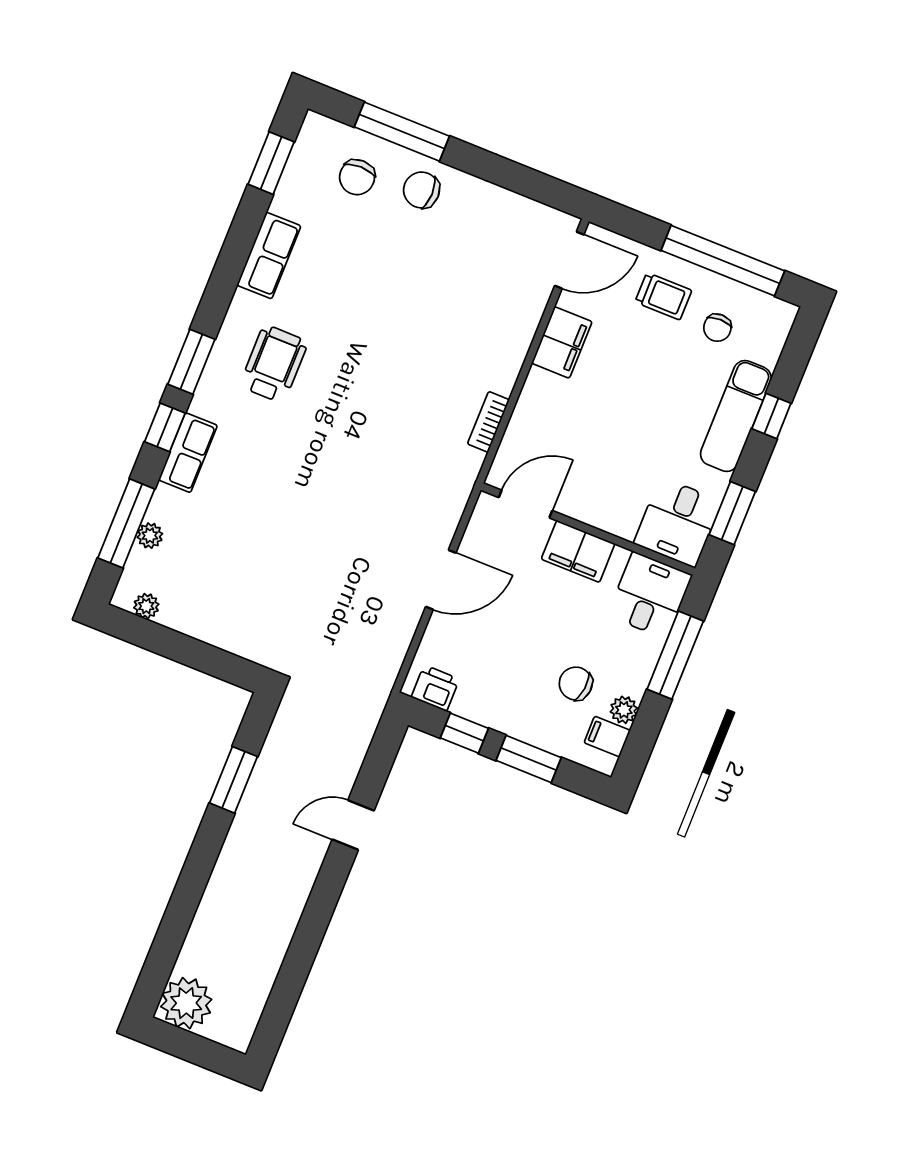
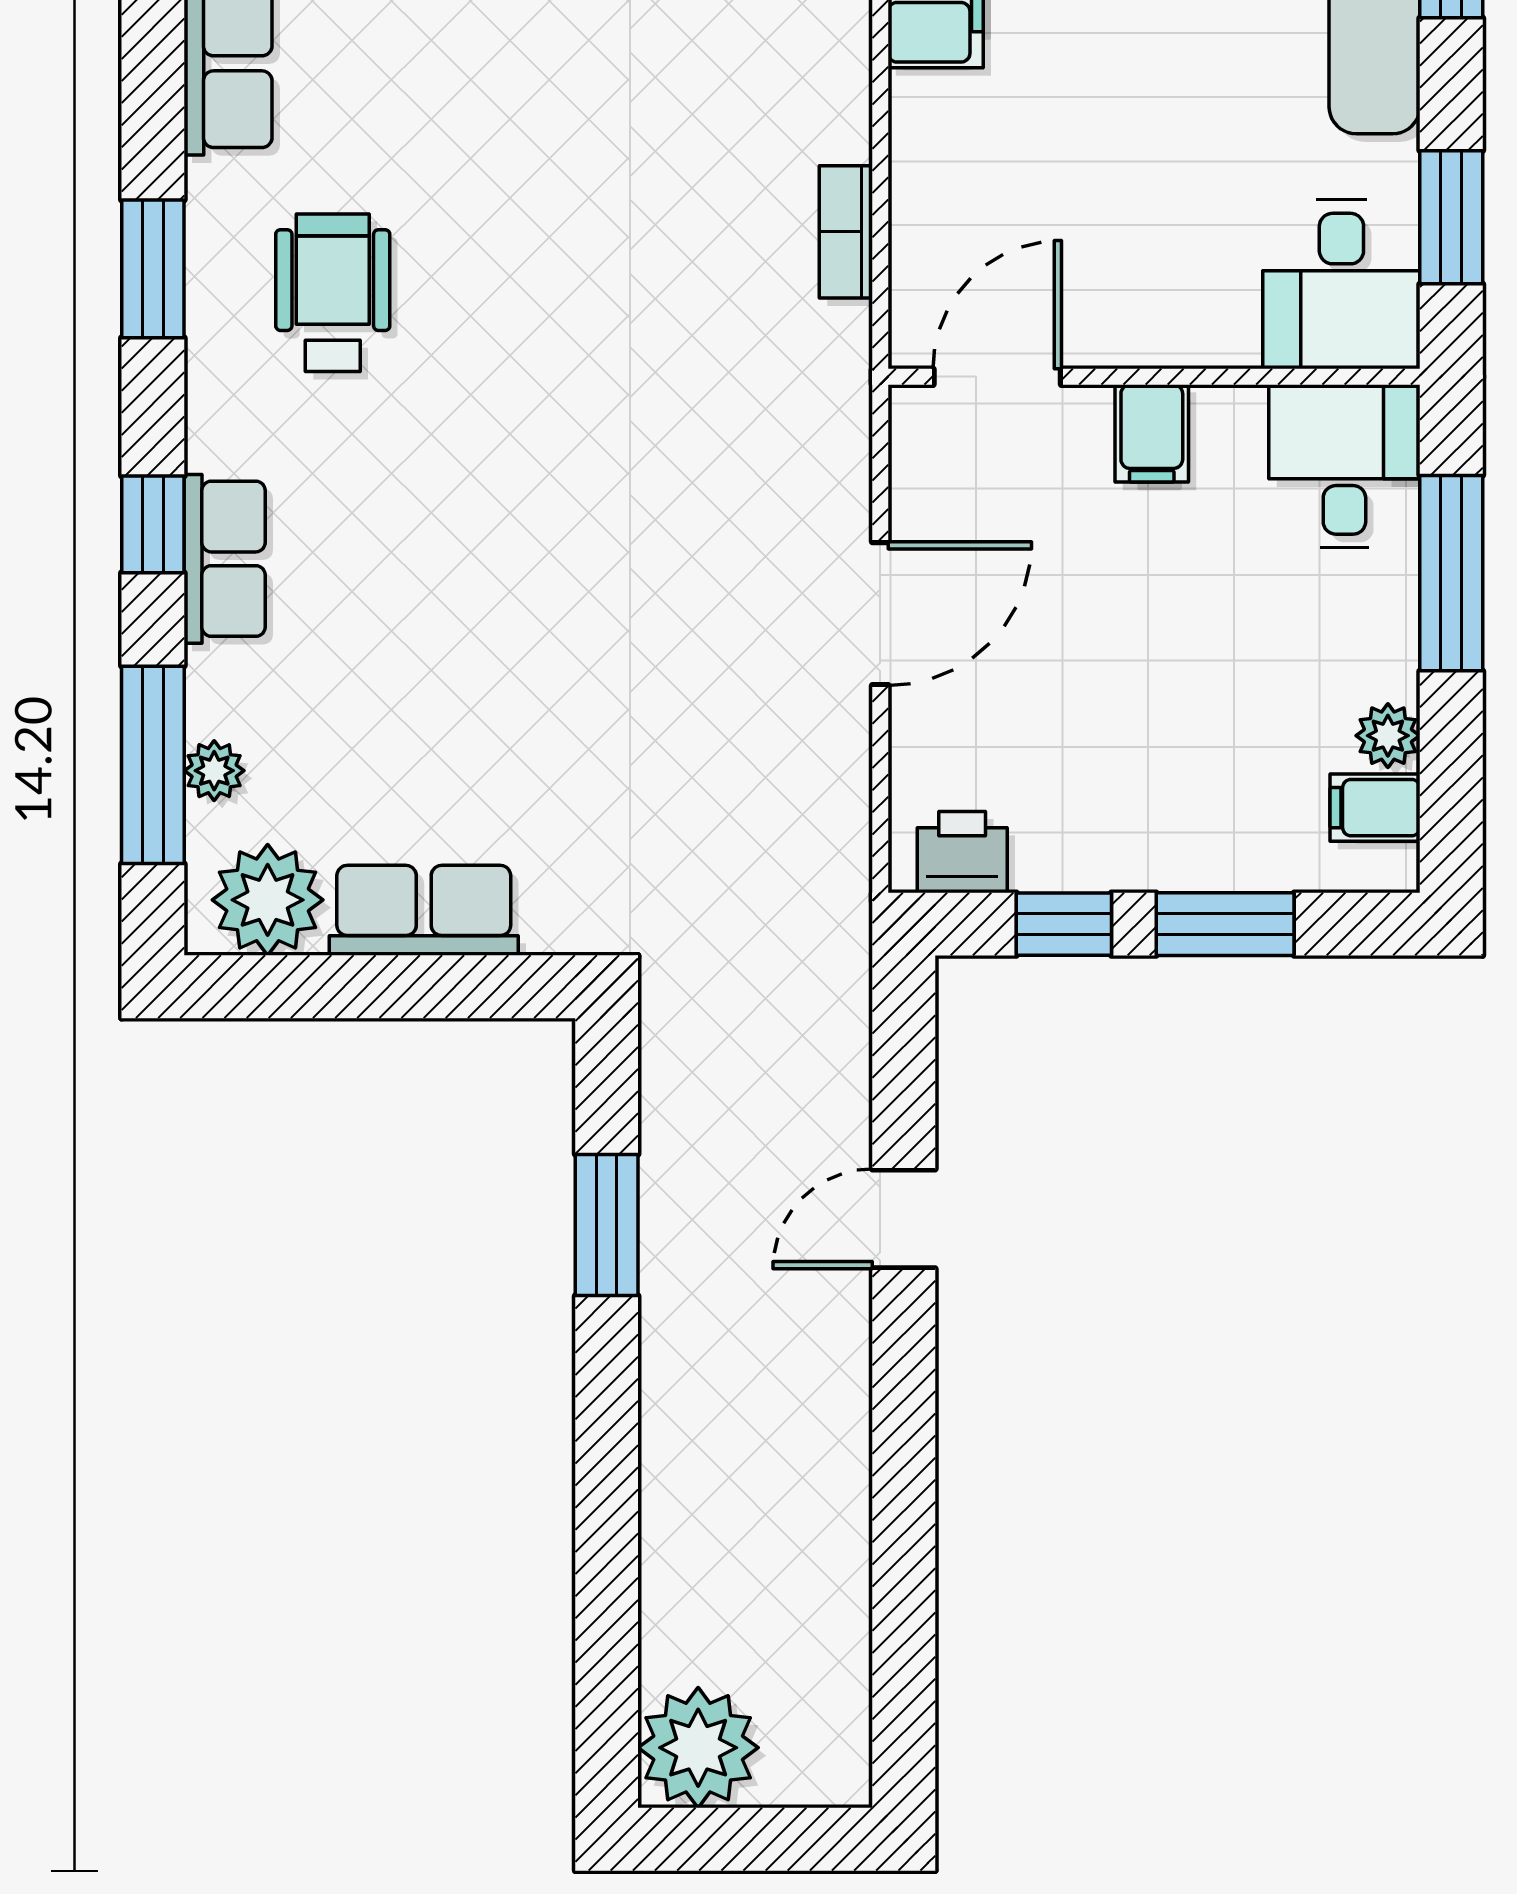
window: (191, 362) -> (153, 269), moved
filing cabinet: (578, 551) -> (1152, 433), width x0.50
plant: (146, 606) -> (268, 900), width x1.88, depth x1.88
row of seats: (211, 625) -> (424, 910), added
chair: (576, 684) -> (1261, 721), removed

